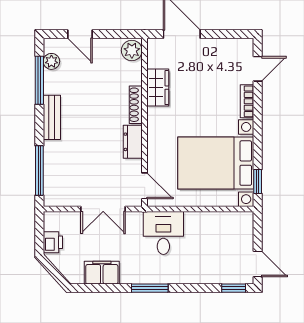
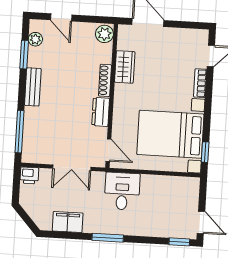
window: (39, 80) -> (24, 55), width x0.69
printer: (53, 242) -> (29, 175), moved, turned 90

